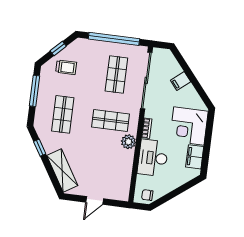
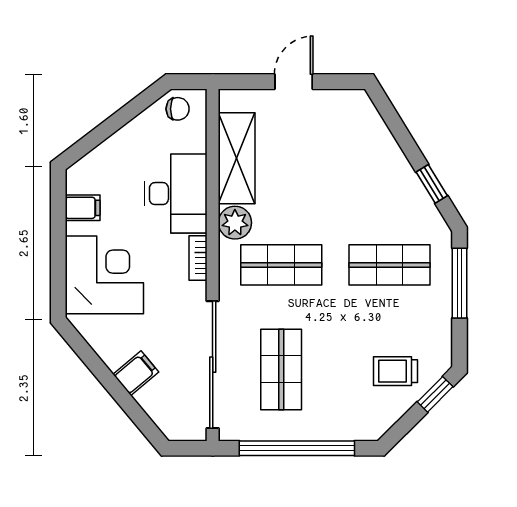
window: (58, 49) -> (435, 394), moved
window: (34, 91) -> (459, 283), moved
shop shelf: (63, 114) -> (390, 265), turned 90
filing cabinet: (195, 157) -> (83, 208), width x0.50
shelving: (62, 170) -> (237, 158), moved, turned 32

